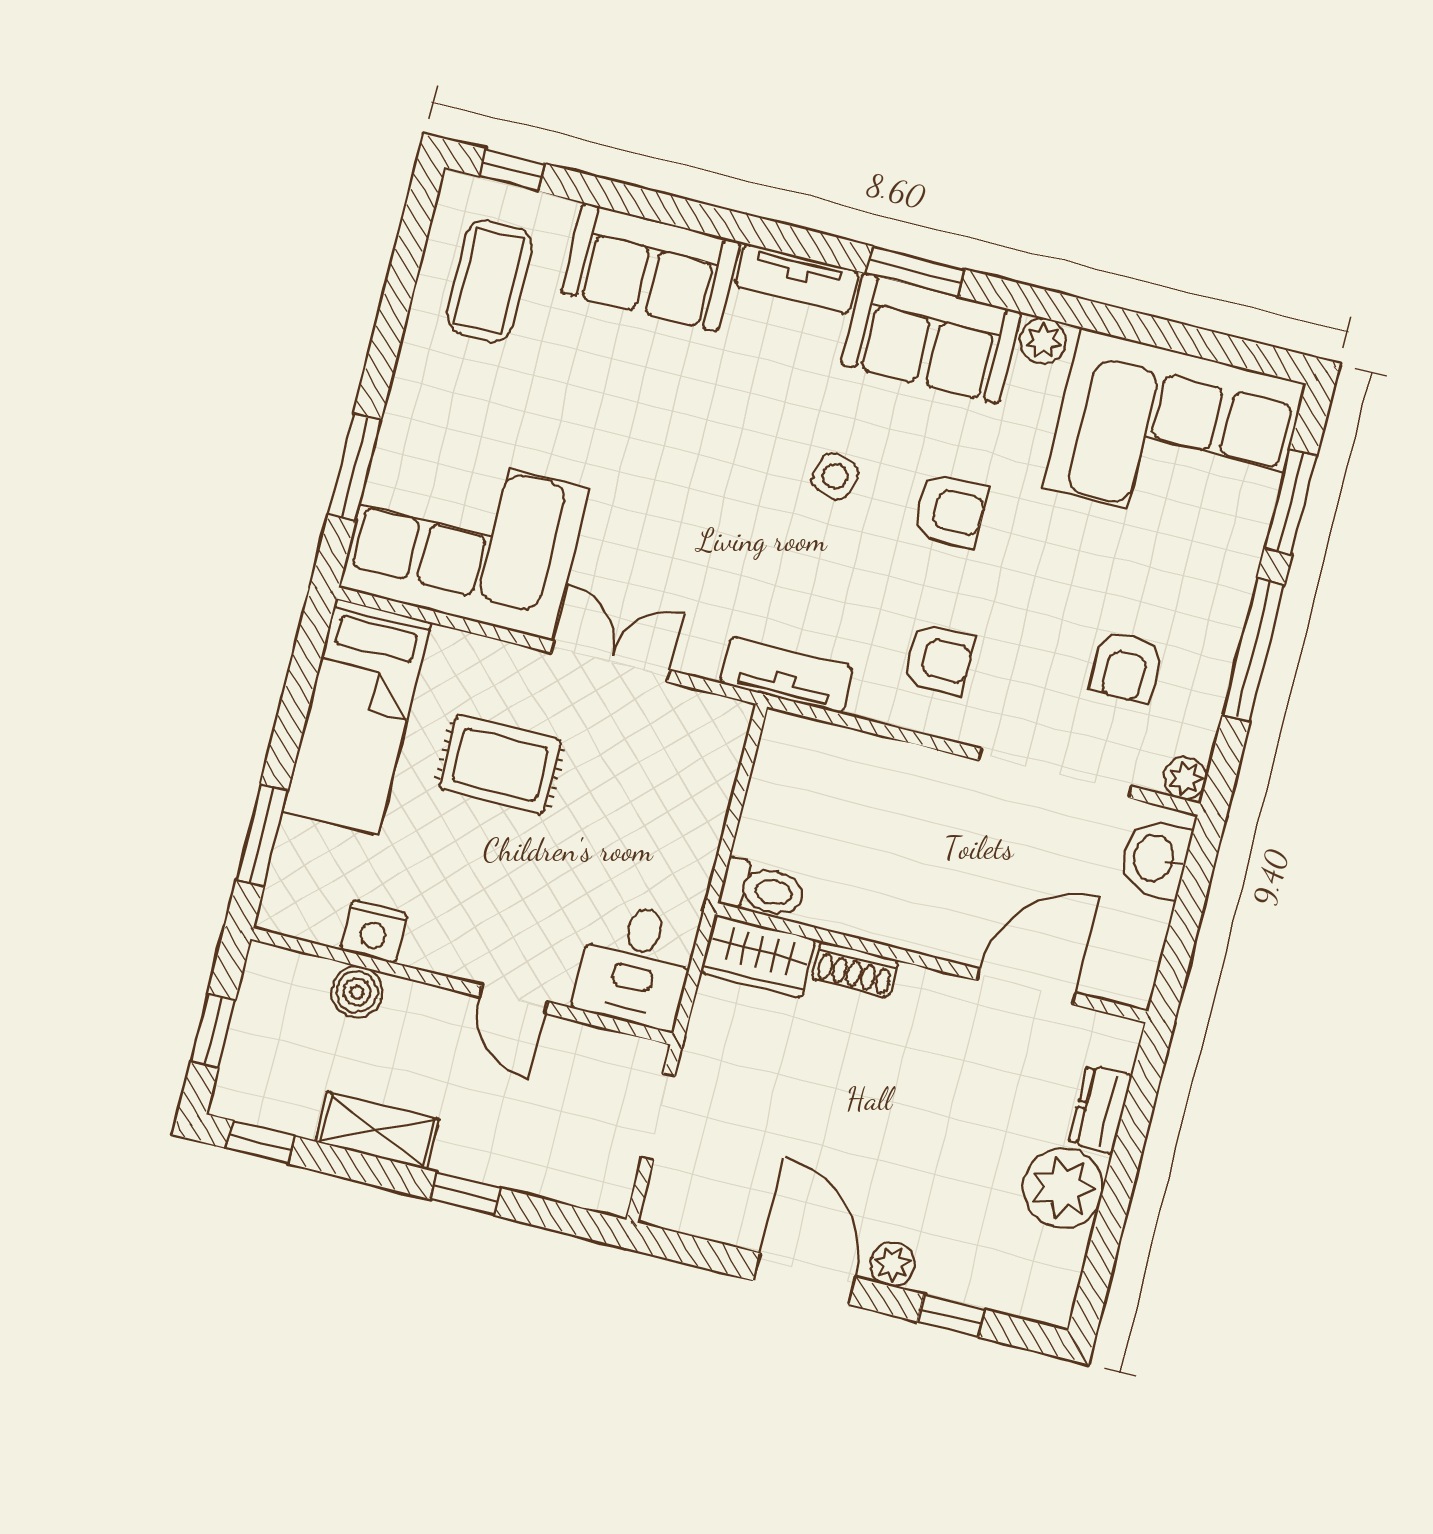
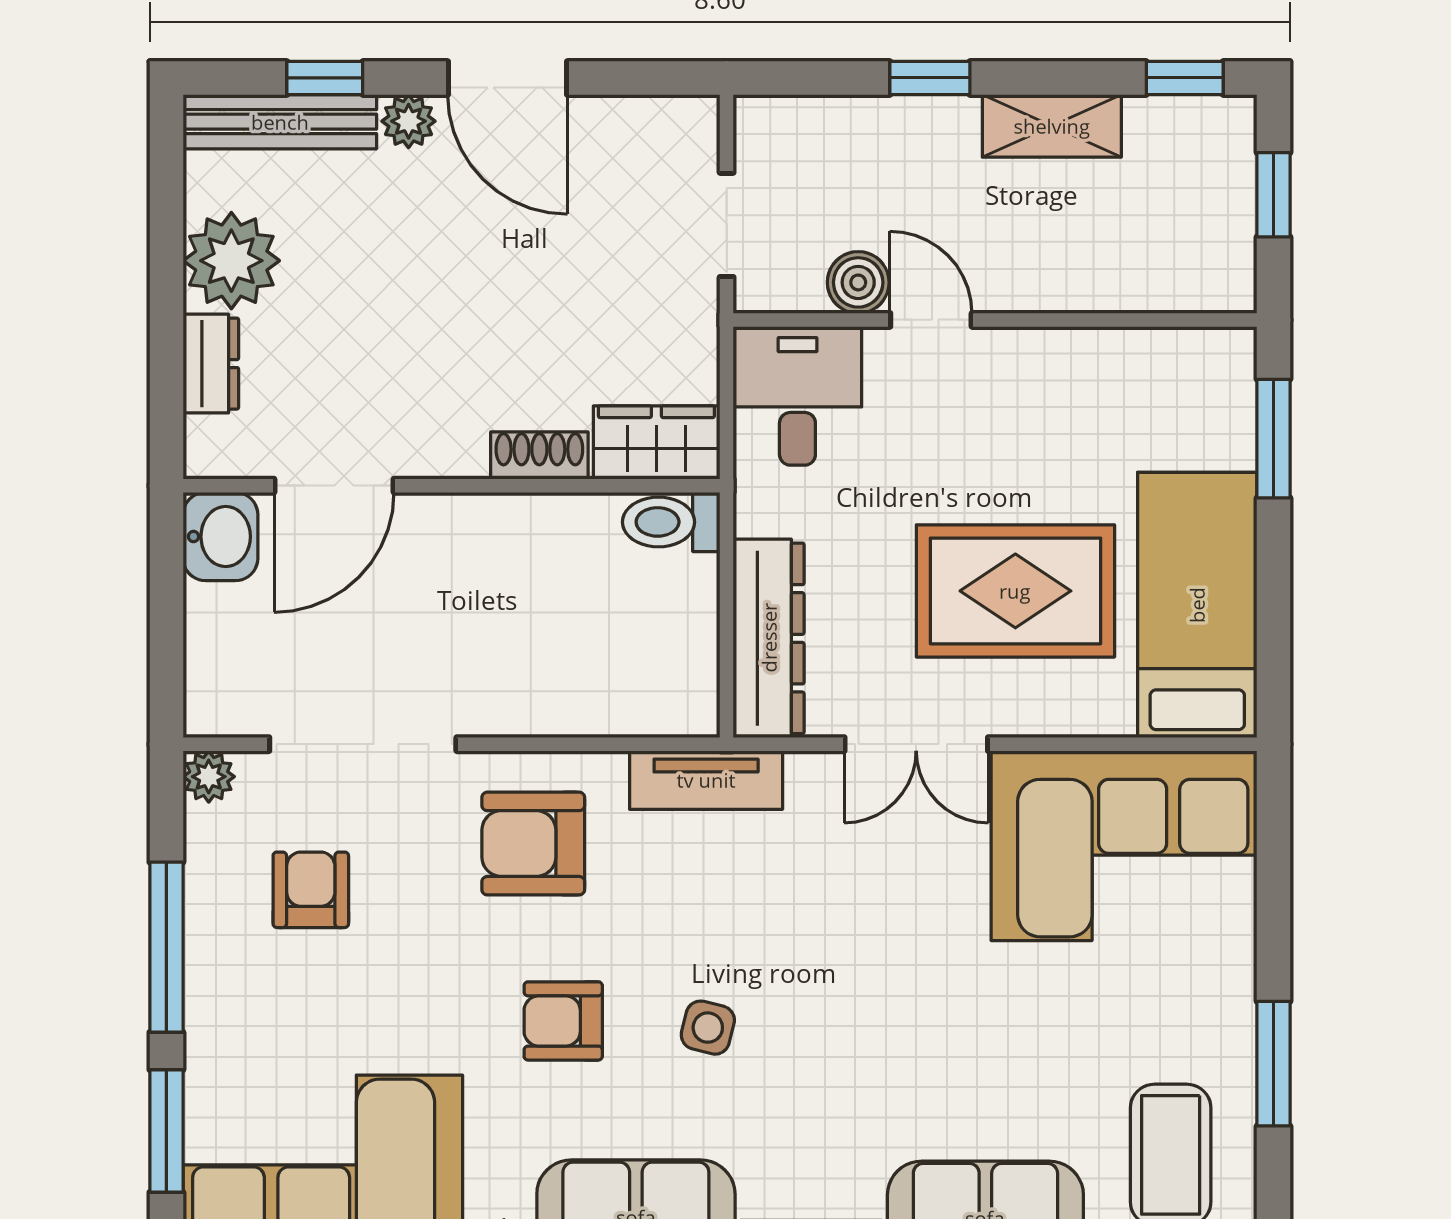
window: (355, 467) -> (1274, 1064), moved
armchair: (938, 659) -> (533, 844), width x1.38, depth x1.38
rug: (500, 765) -> (1015, 591), width x1.36, depth x1.43
dresser: (708, 776) -> (769, 638), added
washbasin: (1155, 858) -> (220, 537), moved
nightstand: (374, 931) -> (1114, 358), removed
boiler: (357, 992) -> (858, 282), moved
bench: (996, 1290) -> (280, 122), added

